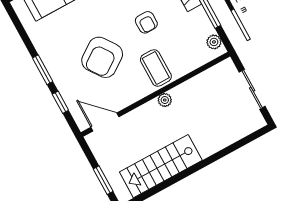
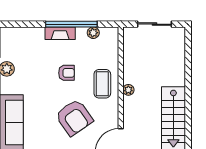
plant: (214, 42) -> (93, 33), moved
coffee table: (156, 68) -> (102, 84), turned 90

